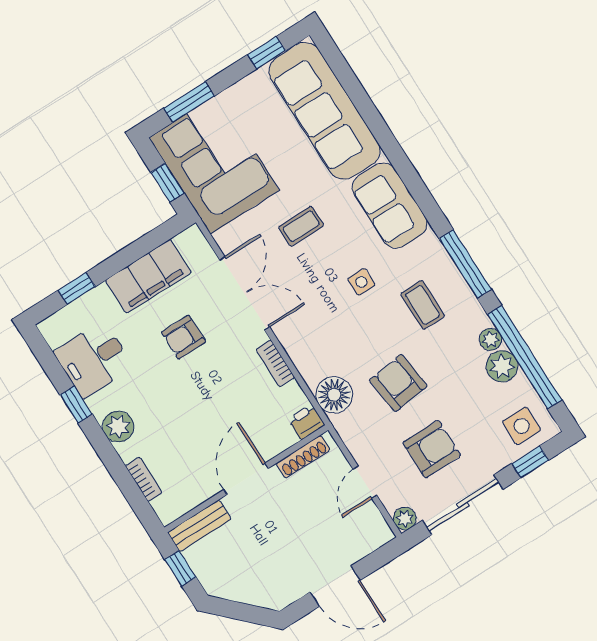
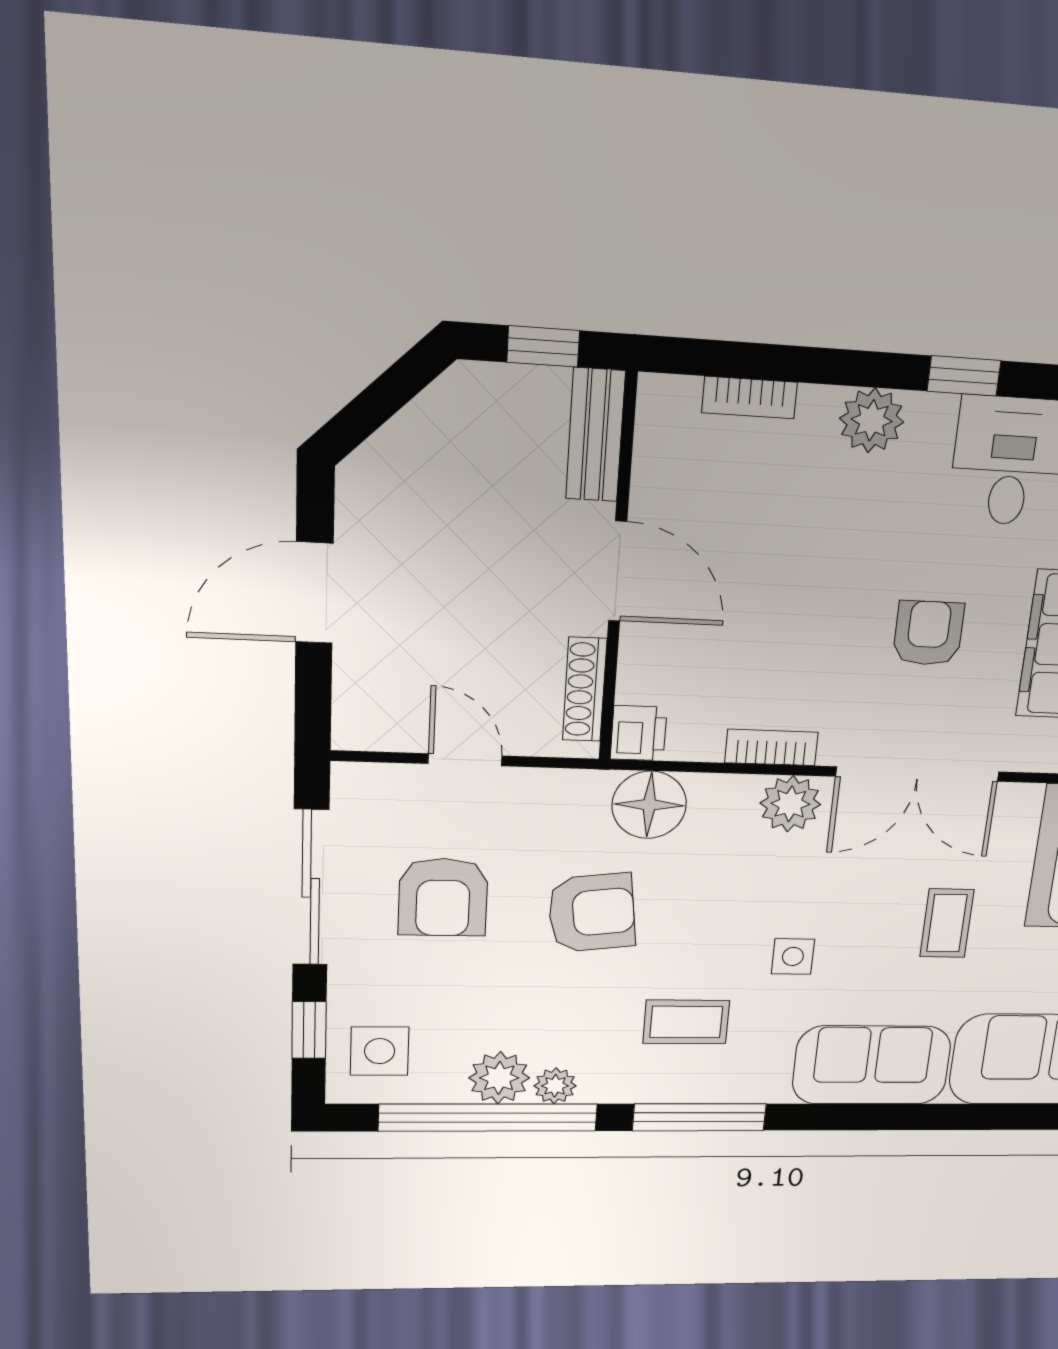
plant: (405, 519) -> (790, 804), moved, width x1.38, depth x1.38

